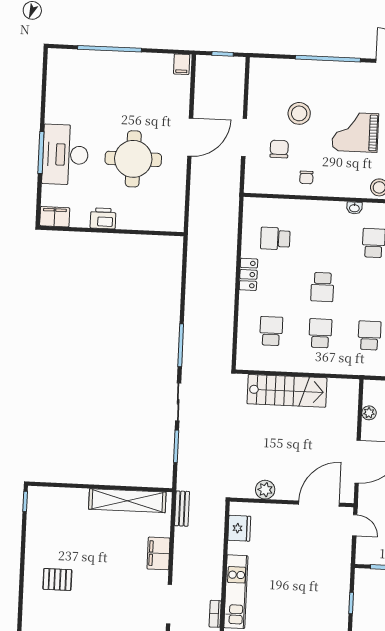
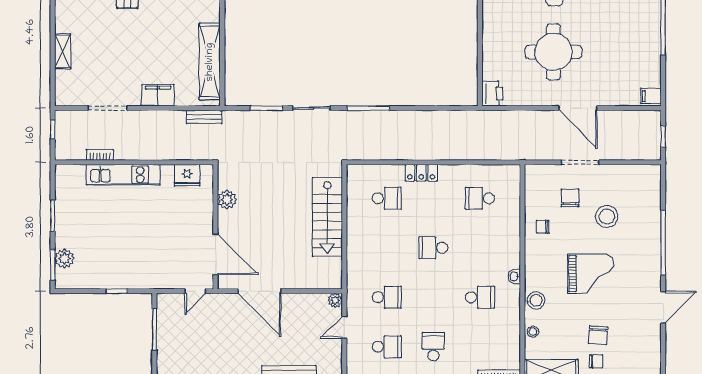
grand piano: (355, 132) -> (590, 274), turned 90
chair: (279, 149) -> (570, 198), turned -90
printer: (103, 218) -> (492, 94), moved
school desk: (275, 239) -> (480, 198), turned -90
locker: (248, 274) -> (421, 173), moved
school desk: (320, 333) -> (387, 248), removed
plant: (369, 413) -> (335, 300), moved

